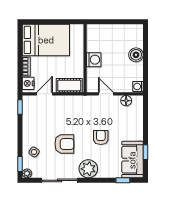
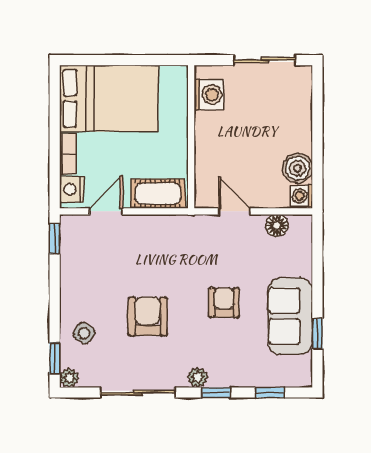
sliding door: (120, 22) -> (264, 60), added
boiler: (136, 55) -> (298, 168), moved
washing machine: (94, 60) -> (209, 94), moved
armchair: (64, 144) -> (148, 316), turned -90
sofa: (132, 160) -> (290, 316), moved
plant: (88, 169) -> (198, 377), width x0.53, depth x0.53
window: (97, 180) -> (216, 393), added

